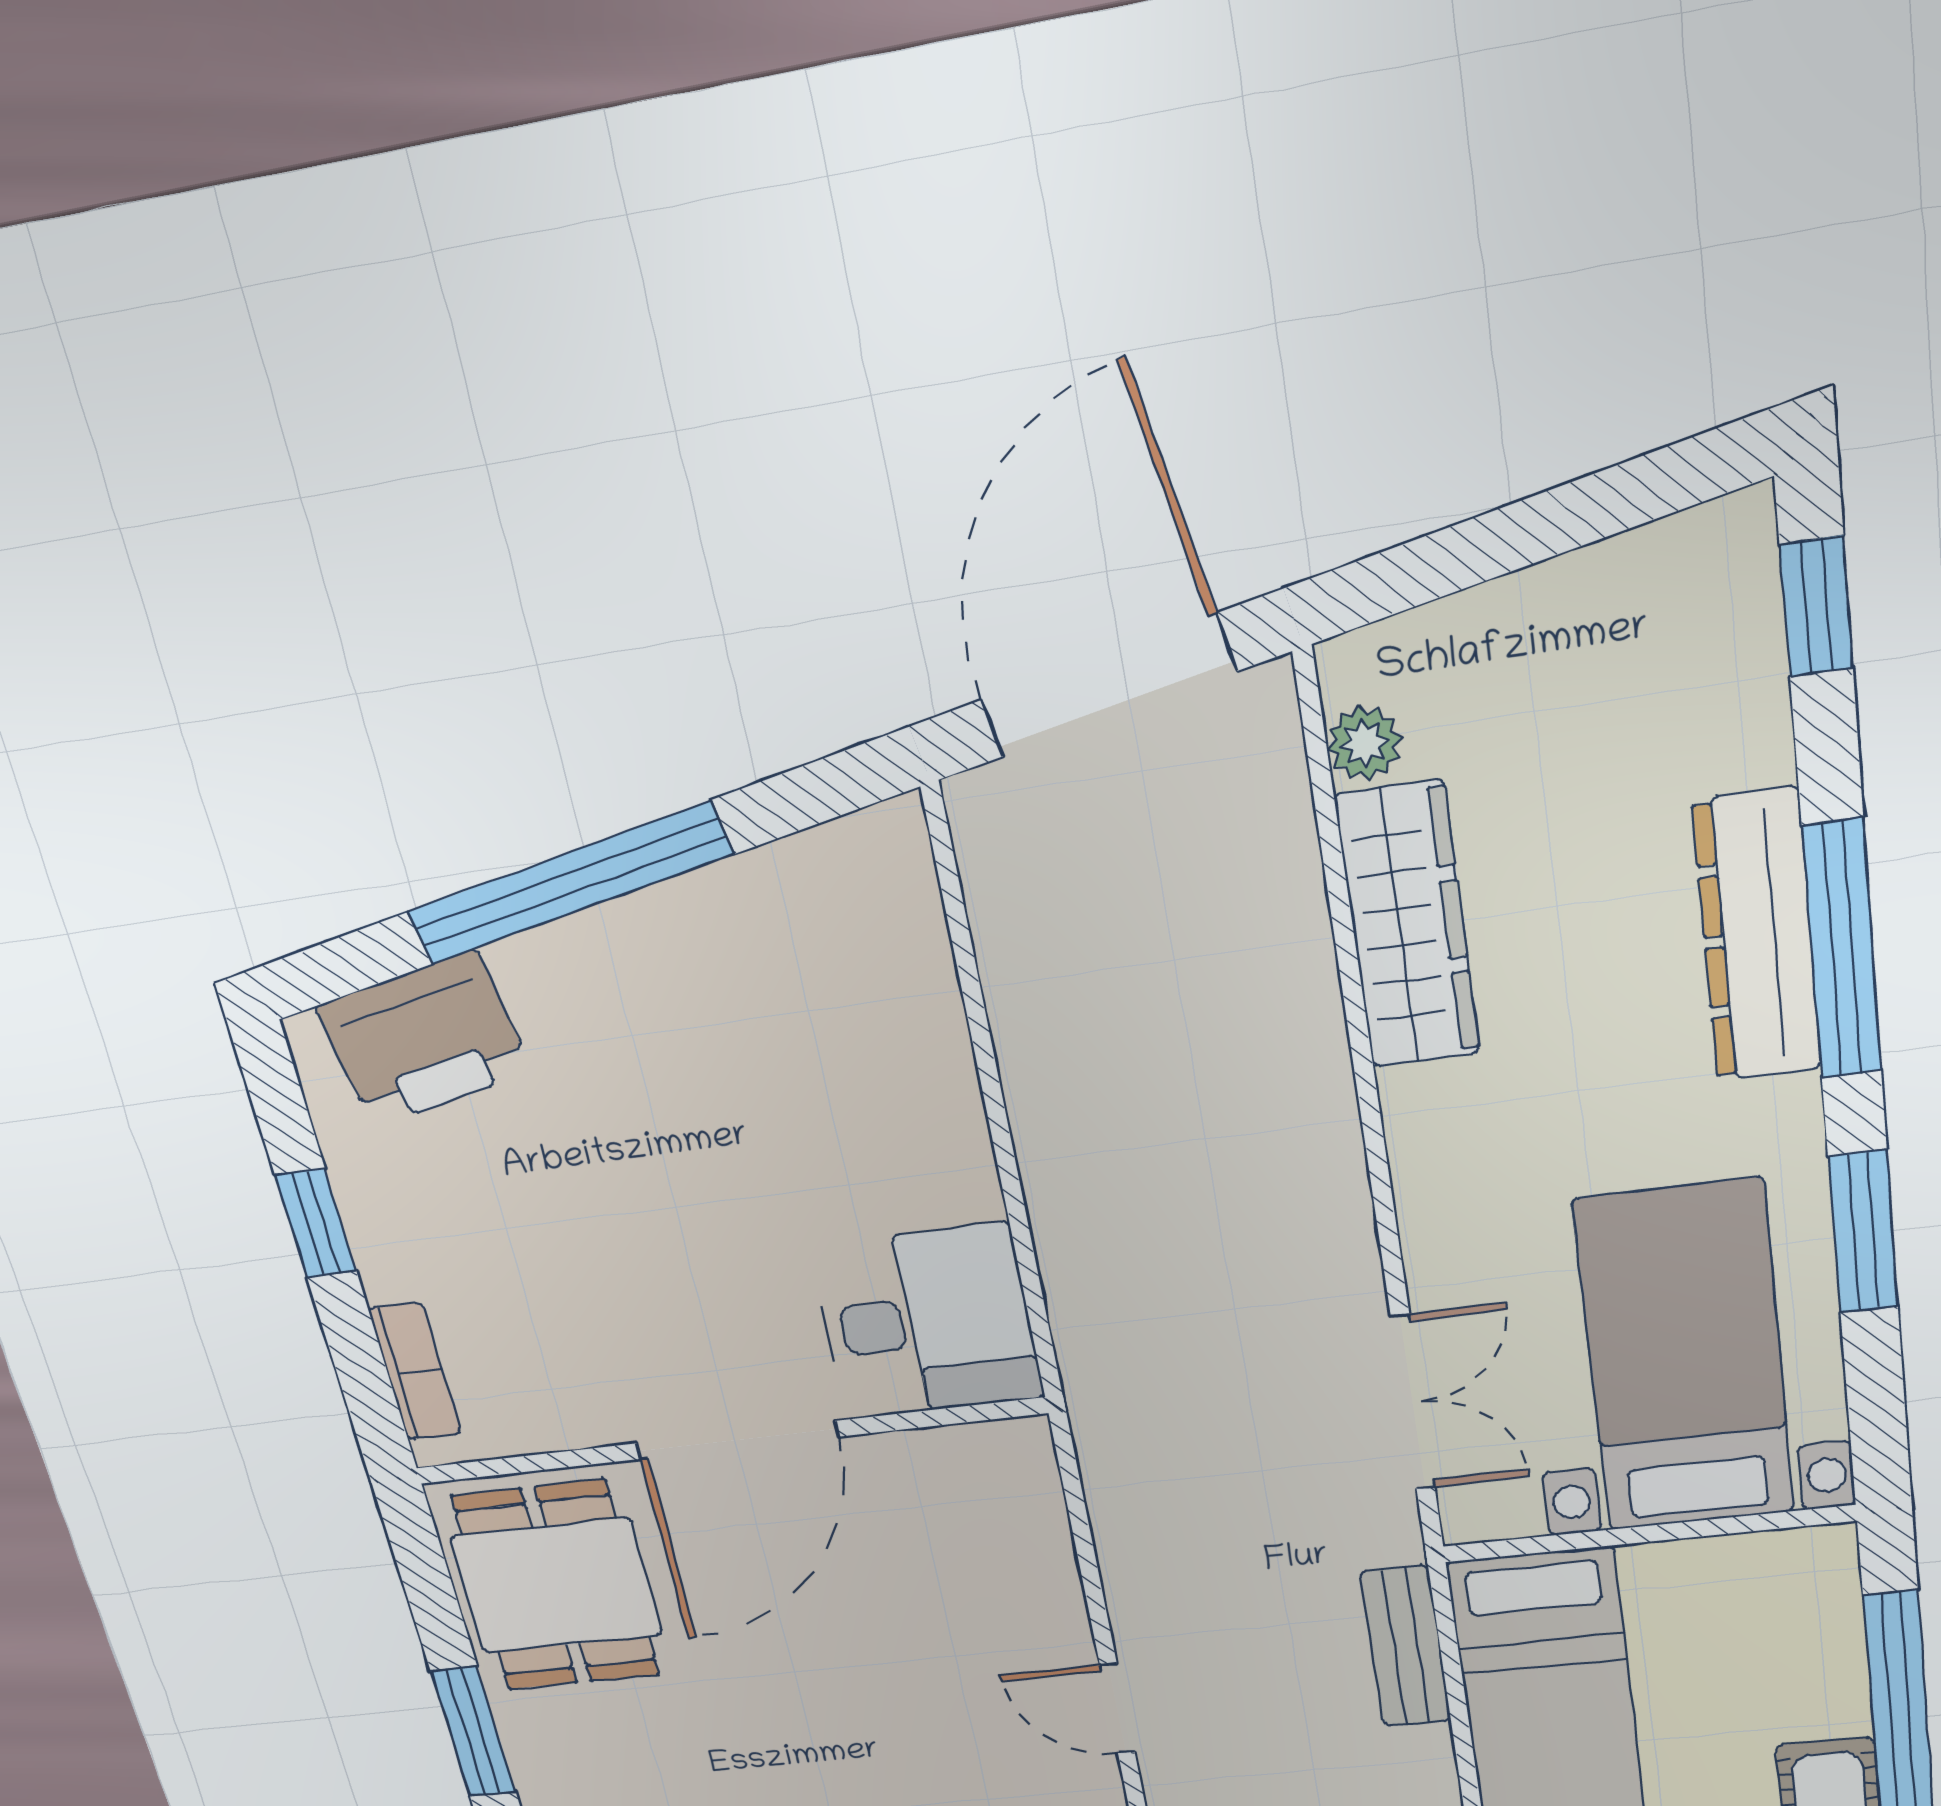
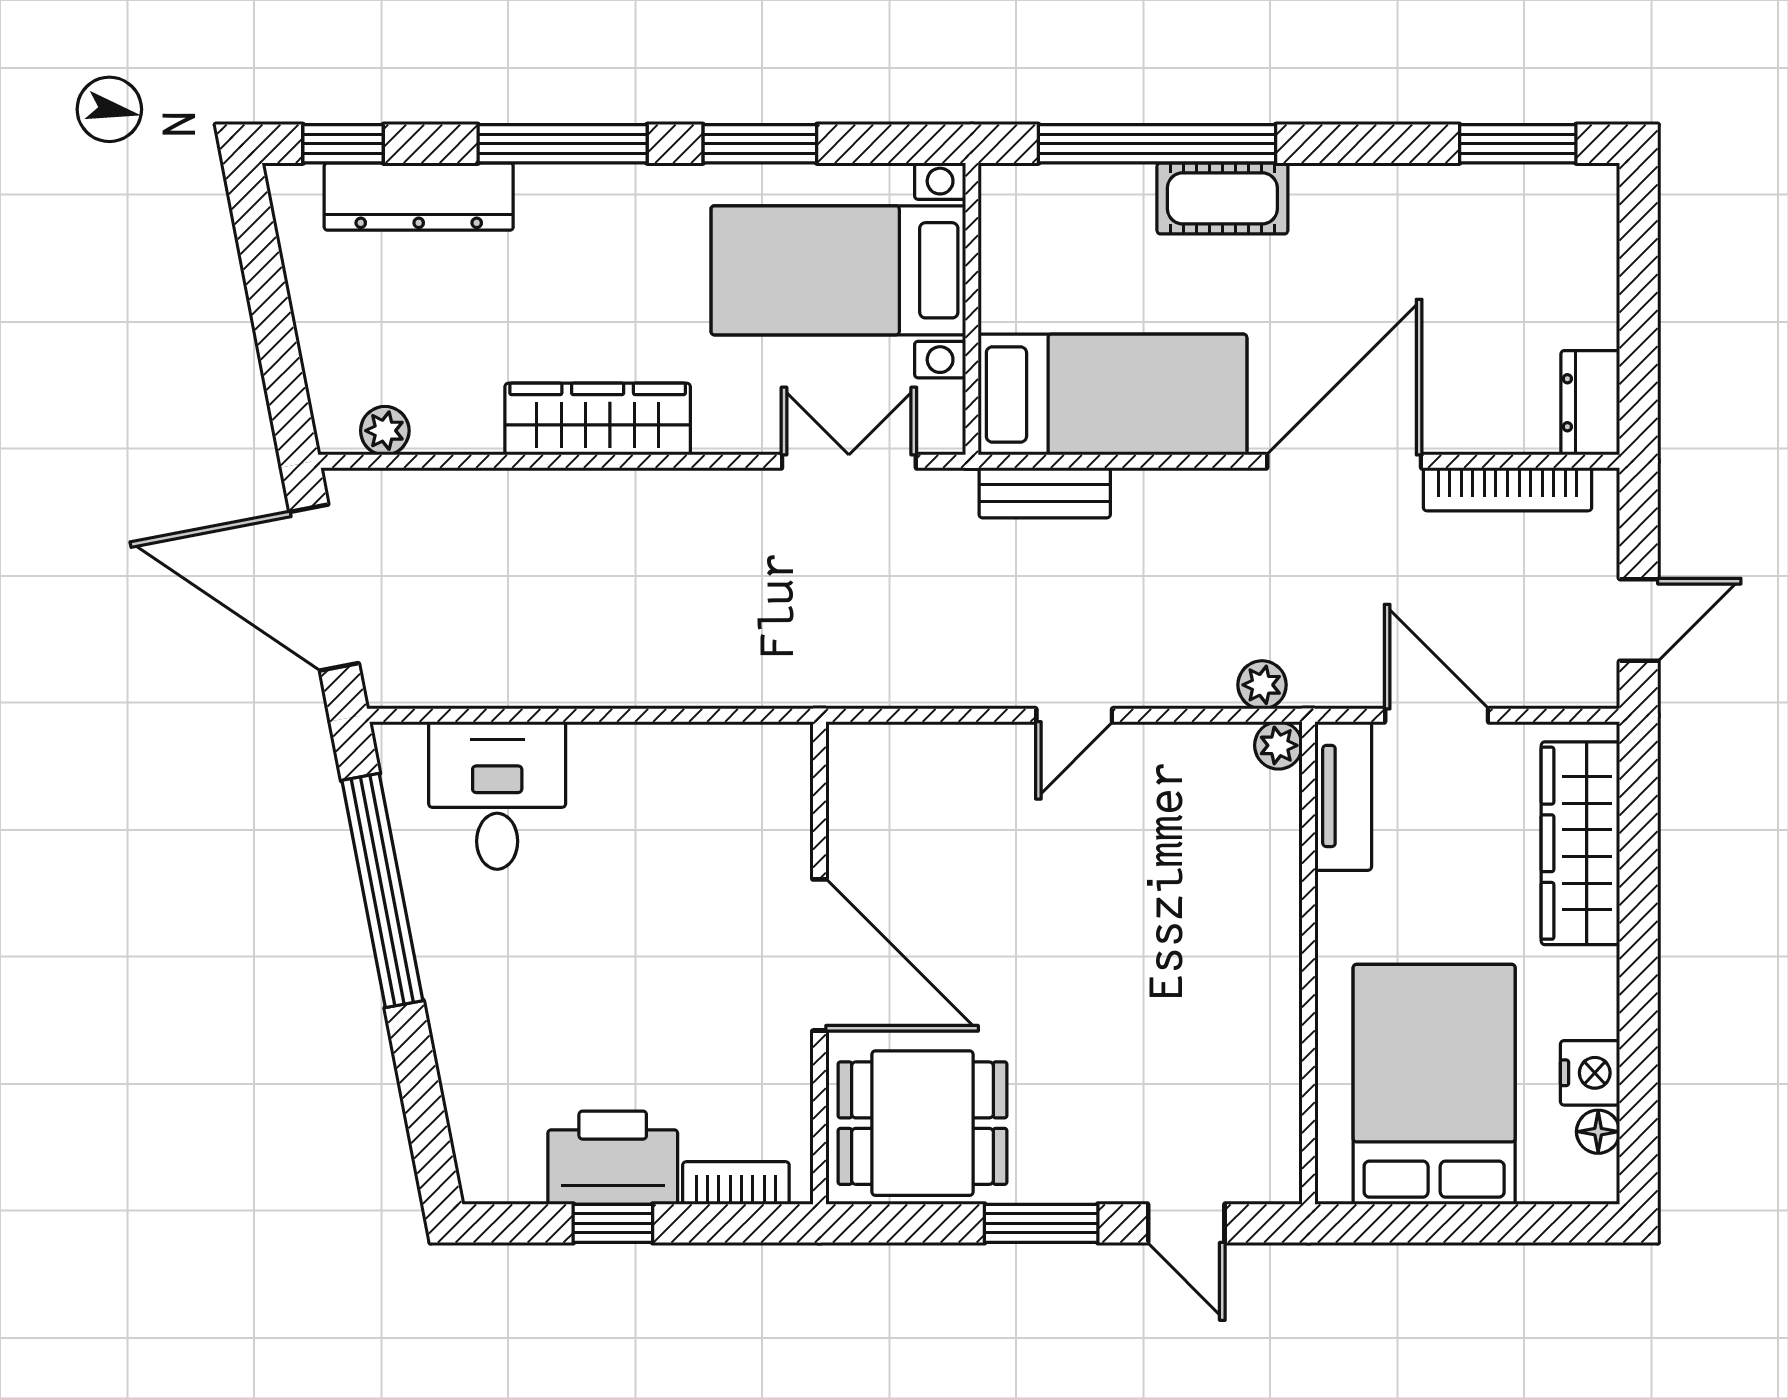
window: (569, 883) -> (382, 890), moved
wardrobe: (1408, 926) -> (598, 419), moved
dresser: (1757, 937) -> (419, 197), moved
printer: (424, 1039) -> (613, 1158), moved, turned -79
desk: (927, 1322) -> (497, 795), moved

